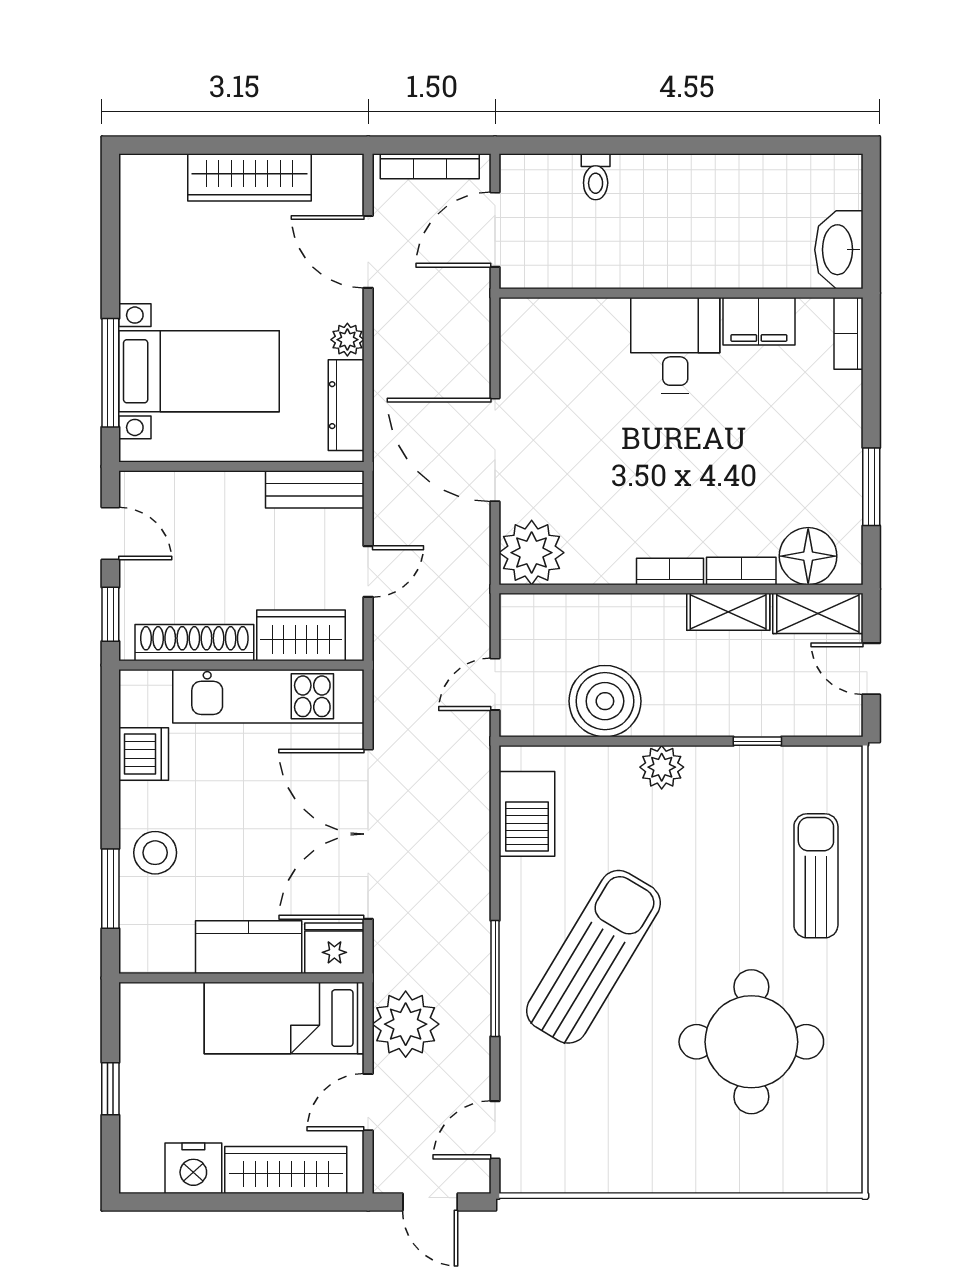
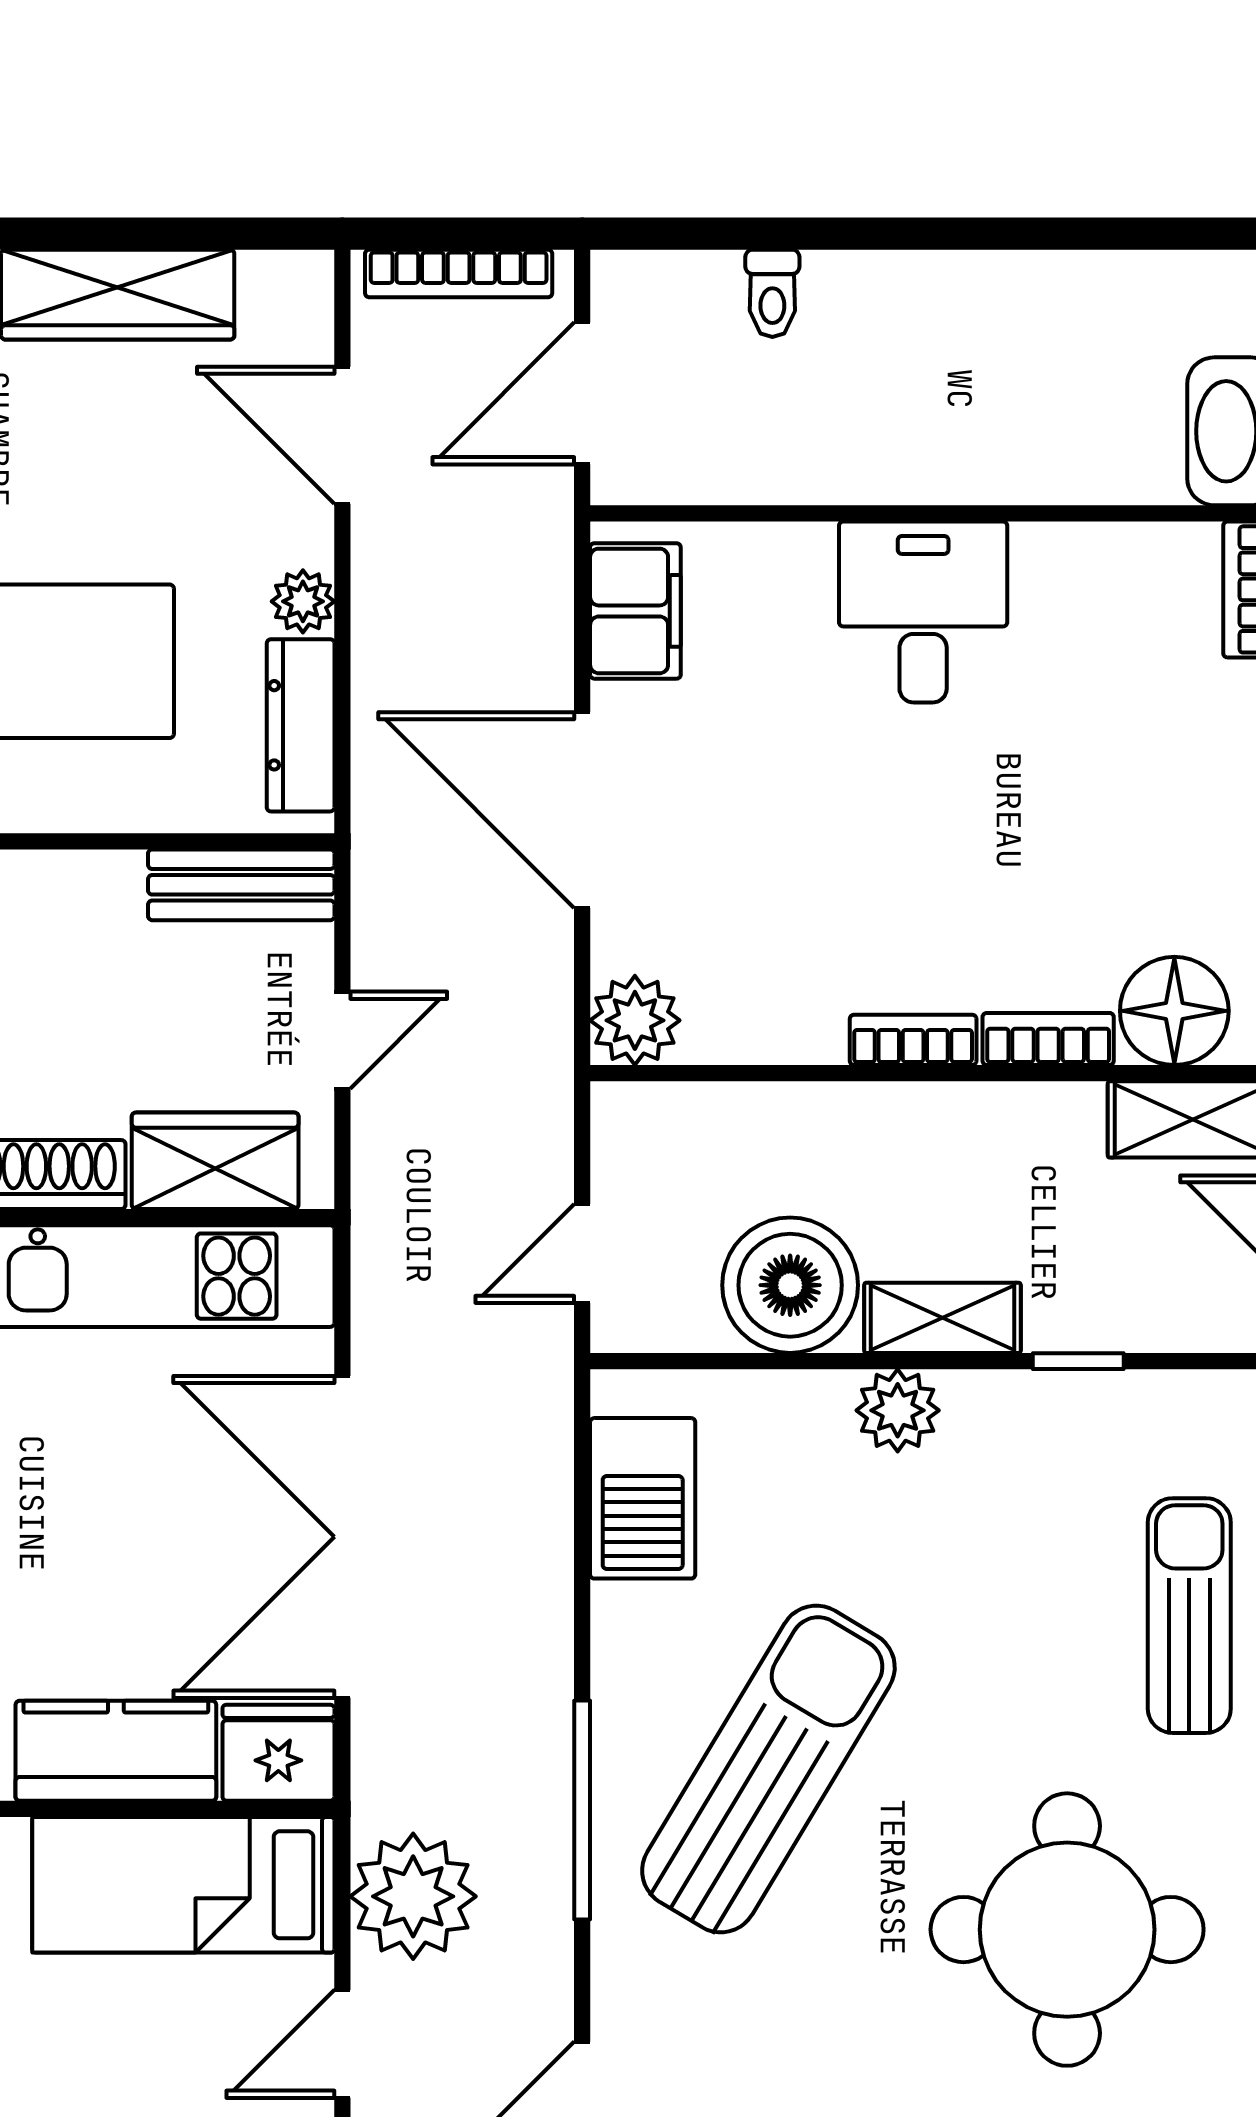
filing cabinet: (759, 321) -> (635, 611), moved, turned -90
plant: (532, 553) -> (635, 1020), width x0.73, depth x0.73
shelving: (728, 612) -> (942, 1318), moved

